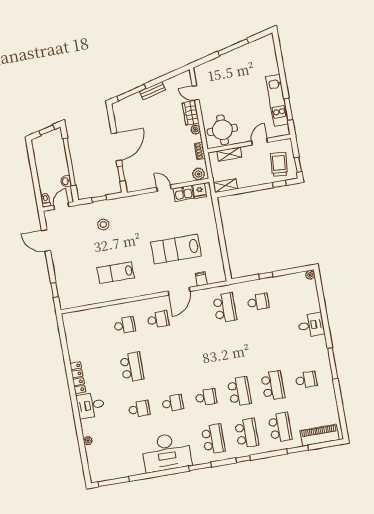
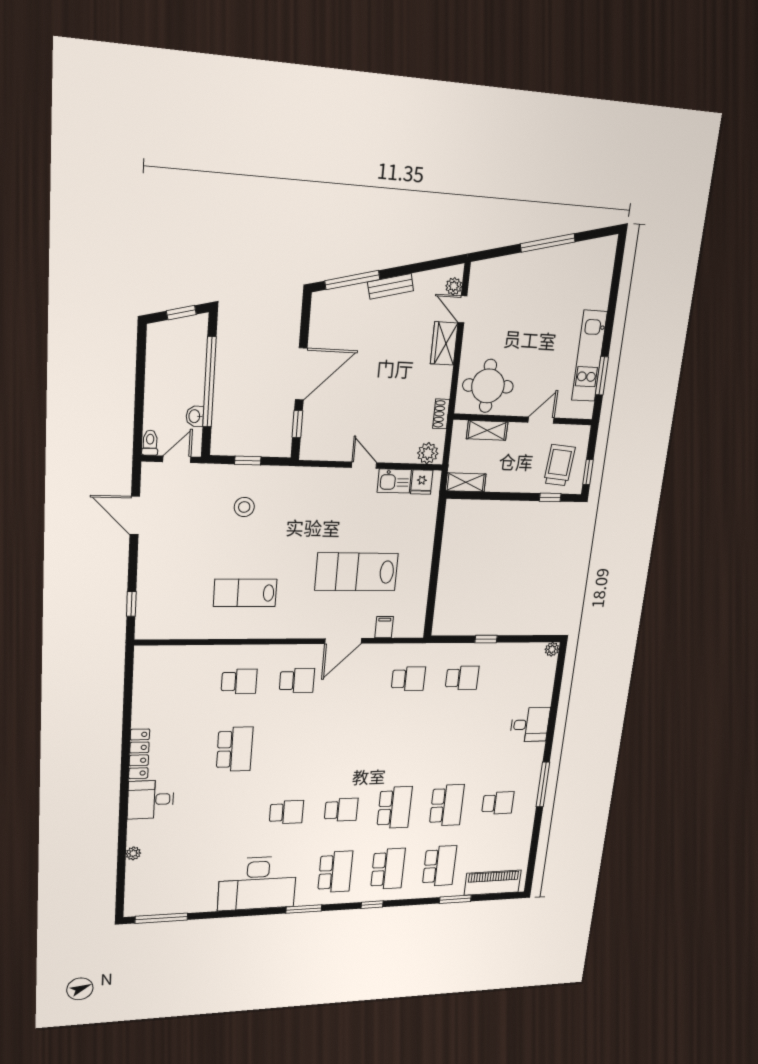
plant: (195, 130) -> (454, 286), moved
school desk: (225, 308) -> (408, 679), width x0.54
school desk: (139, 409) -> (230, 815), removed

